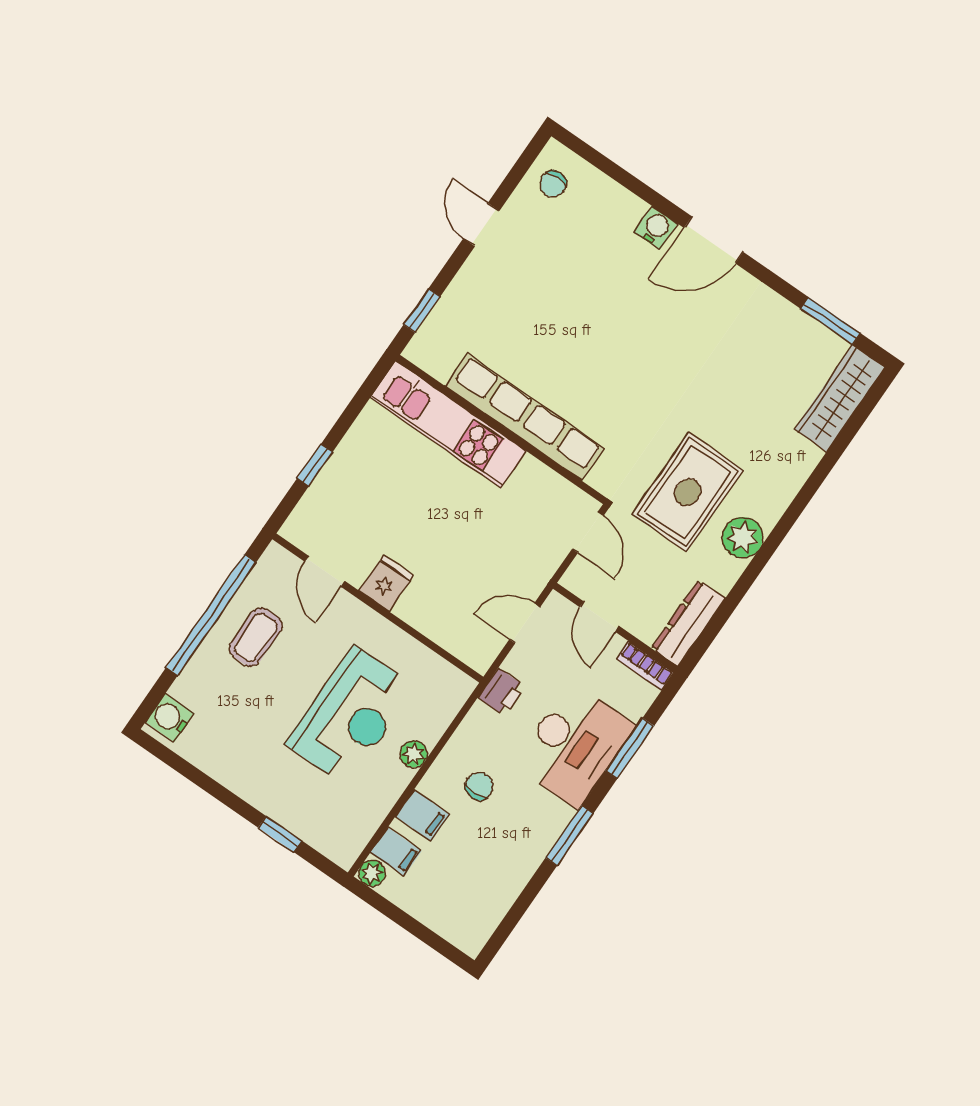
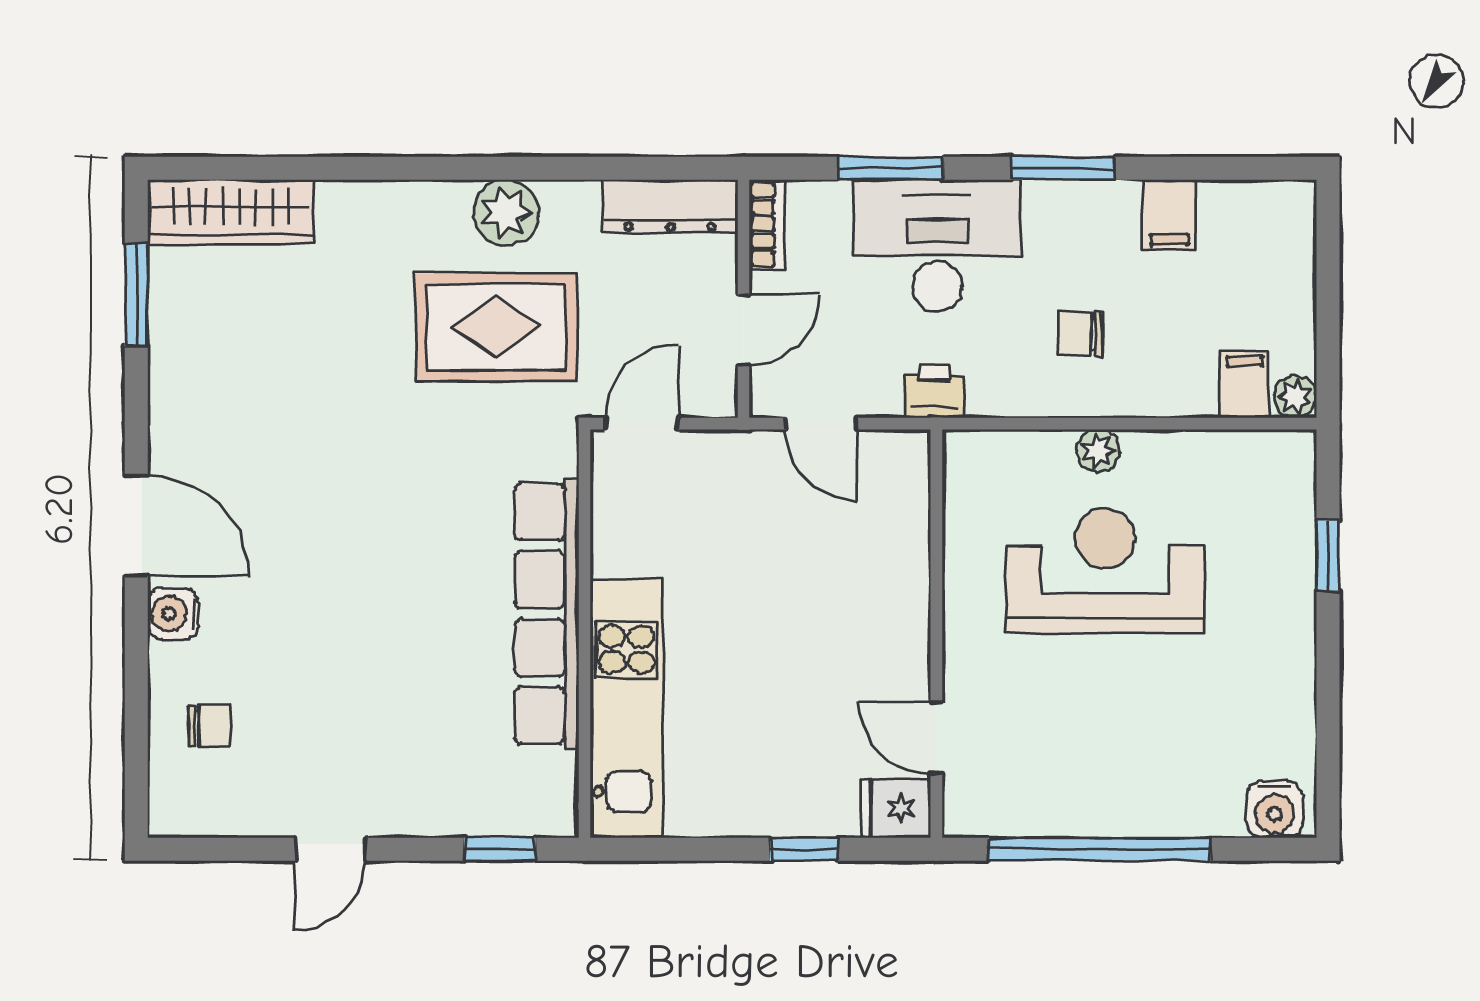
chair: (553, 184) -> (210, 726), moved
door: (325, 571) -> (936, 738), swing flipped
fridge: (386, 583) -> (896, 808), moved
coffee table: (256, 637) -> (1088, 769), removed
filing cabinet: (423, 815) -> (1169, 215), moved, turned 180

